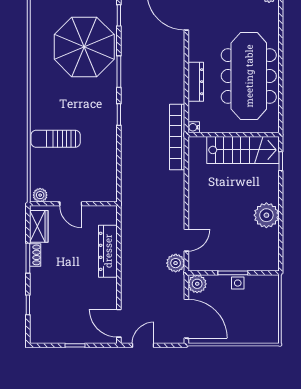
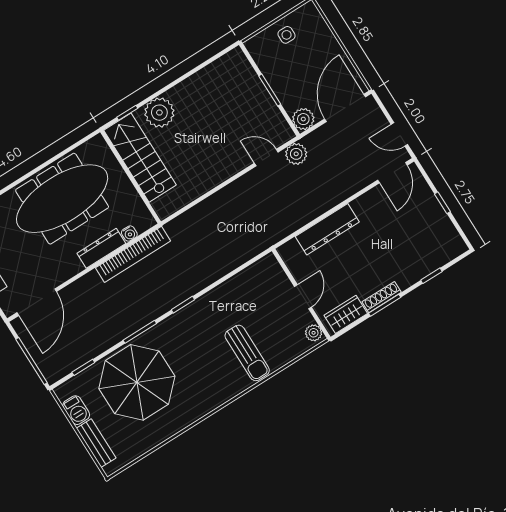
water cooler: (194, 127) -> (129, 234), moved
bookcase: (177, 137) -> (133, 254), moved
plant: (266, 215) -> (159, 113), moved
shoe rack: (35, 255) -> (382, 297), width x1.43
side table: (238, 283) -> (287, 35), moved

